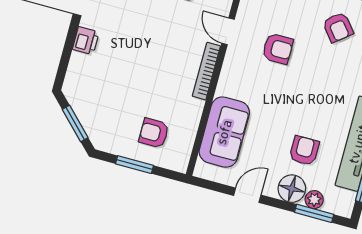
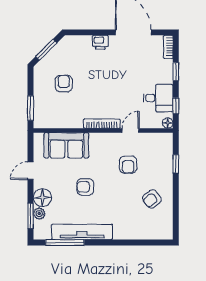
armchair: (154, 133) -> (64, 84), moved
armchair: (304, 151) -> (85, 187), moved, turned 180
window: (134, 165) -> (31, 108), moved
door: (247, 195) -> (31, 171), swing flipped

